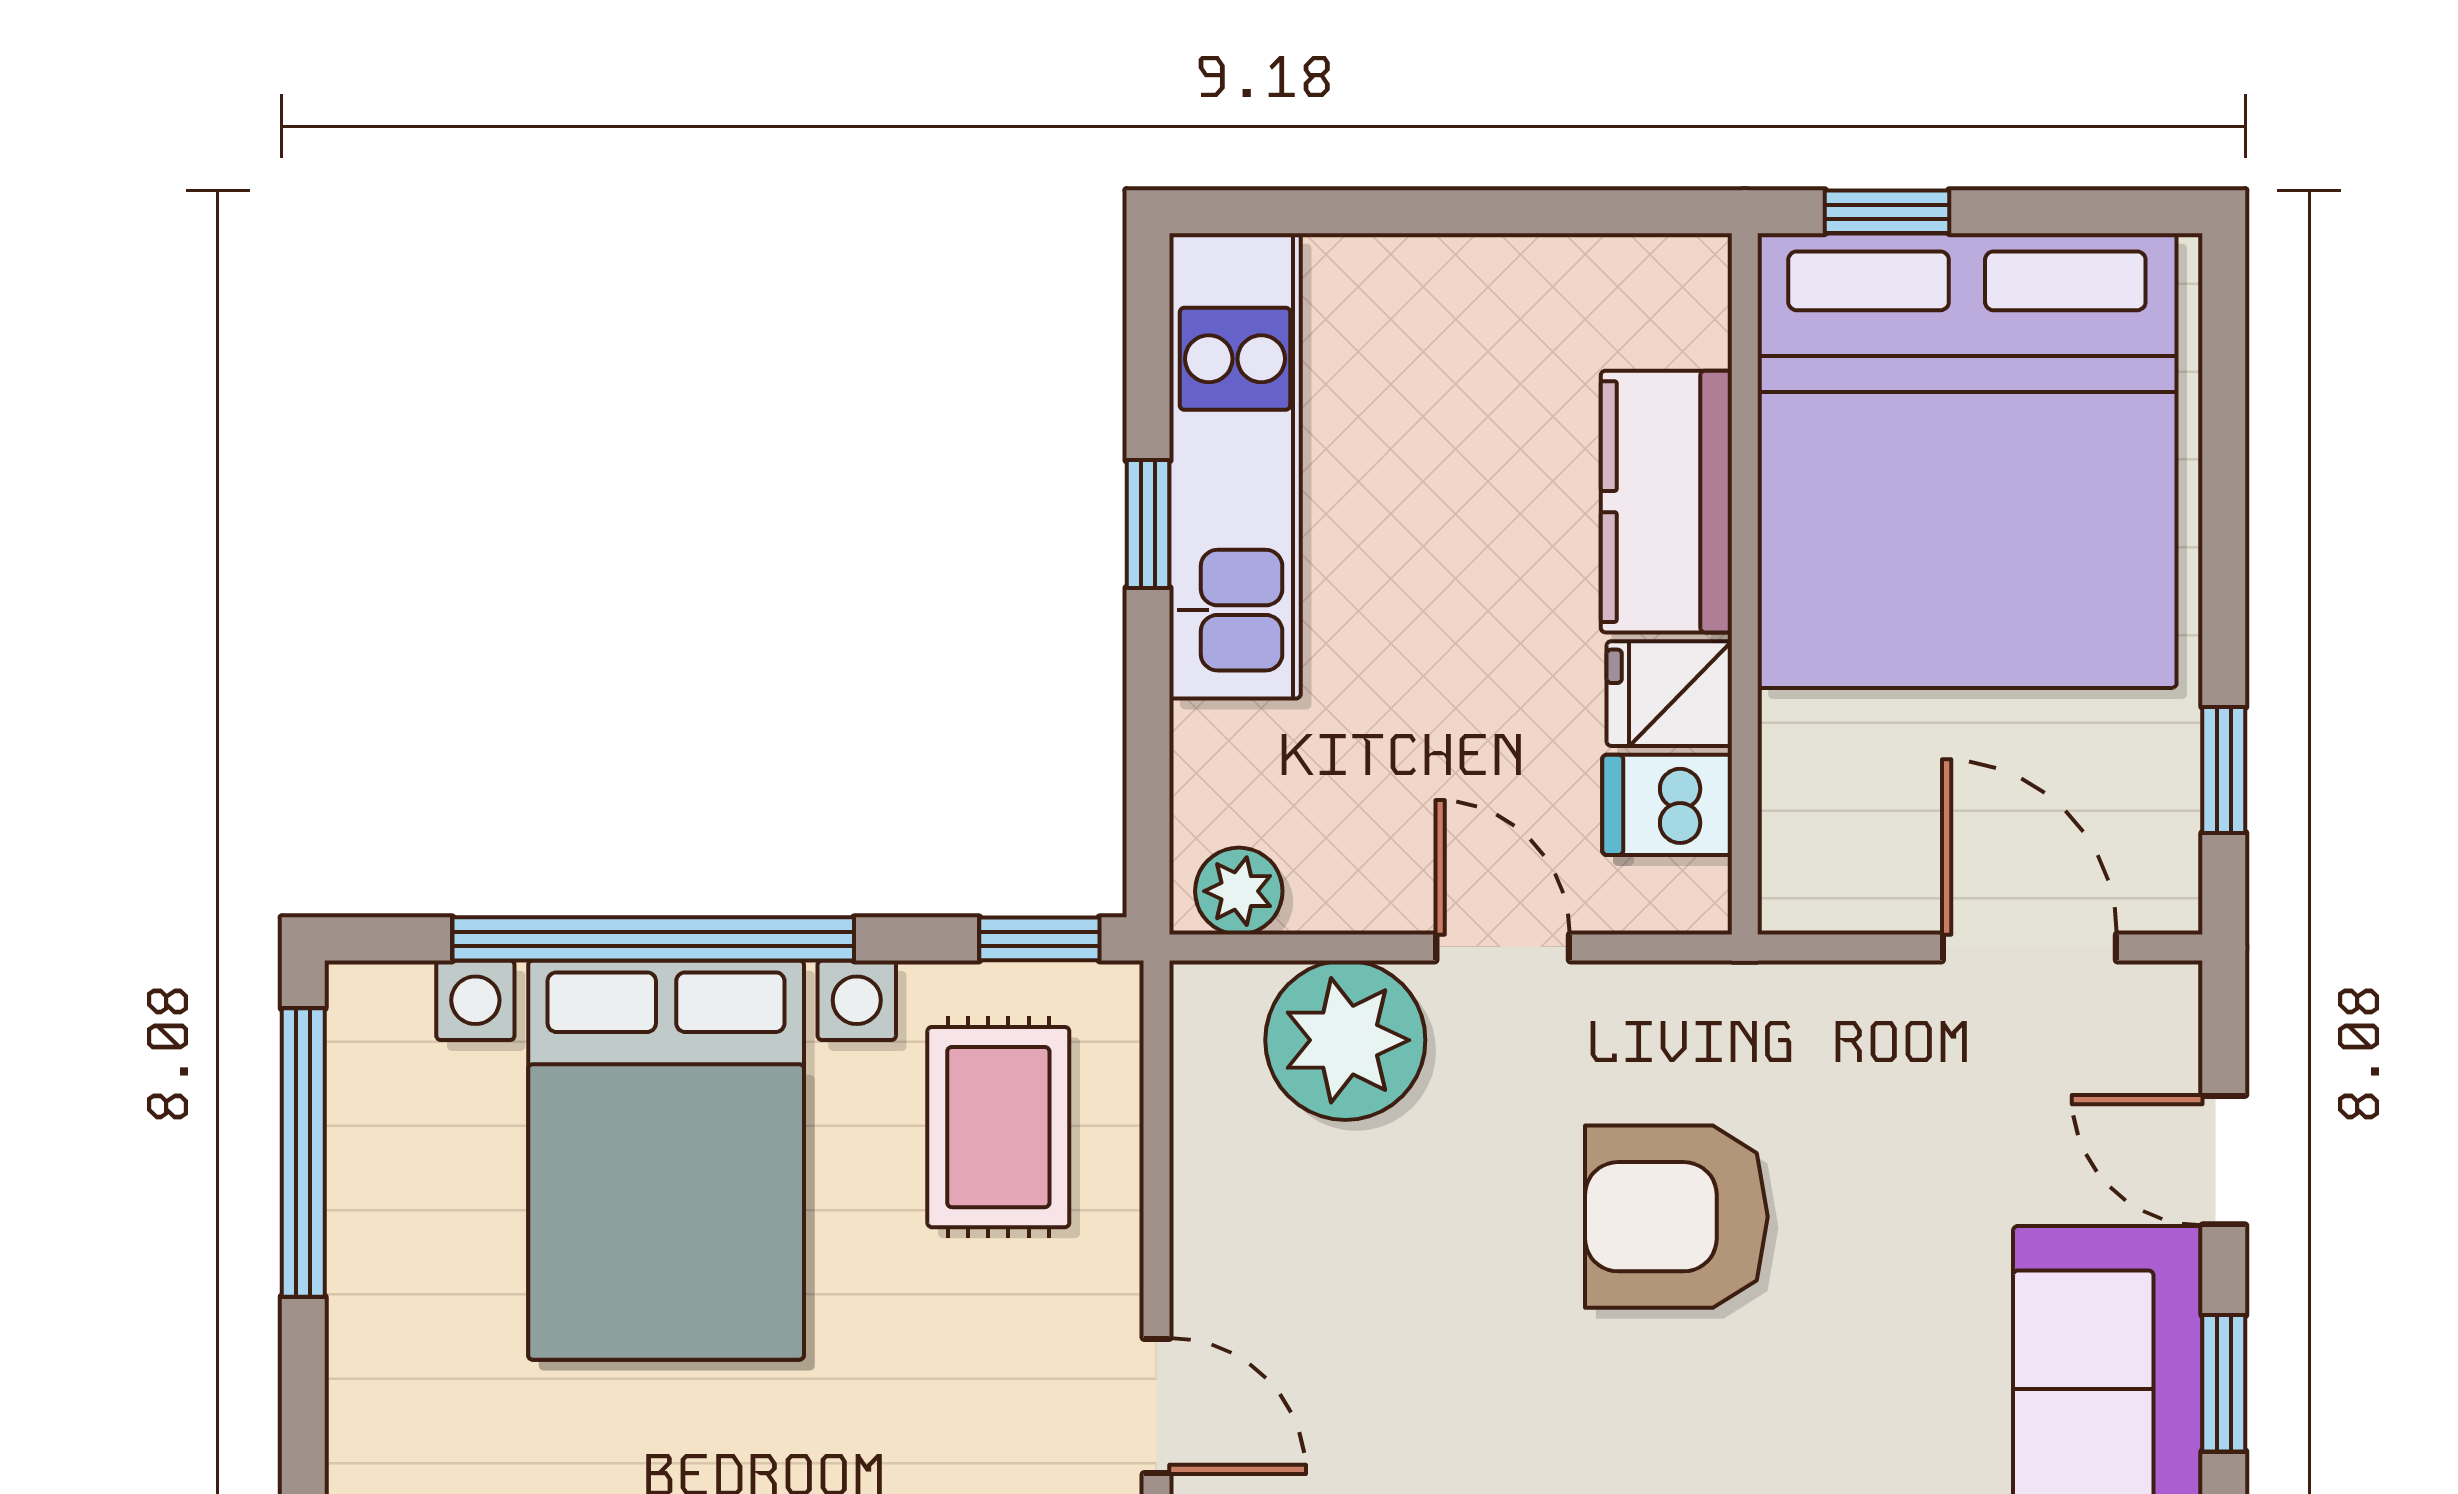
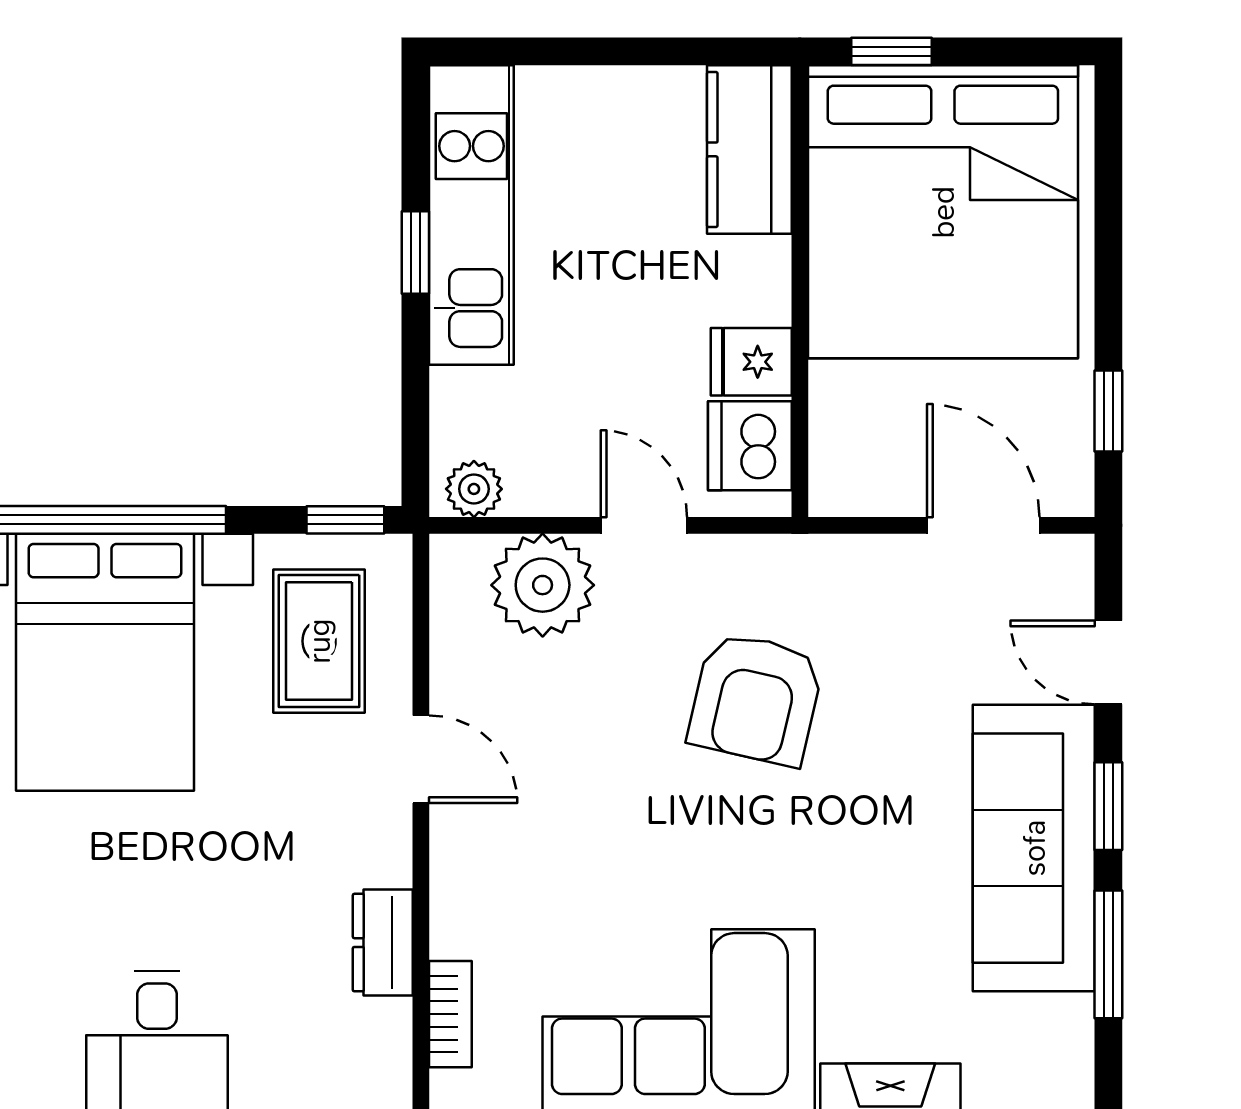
kitchen counter: (1666, 502) -> (749, 149), moved
dishwasher: (1667, 805) -> (750, 446), width x1.38
armchair: (1676, 1217) -> (756, 699), turned -77
door: (1157, 1406) -> (421, 759), moved

